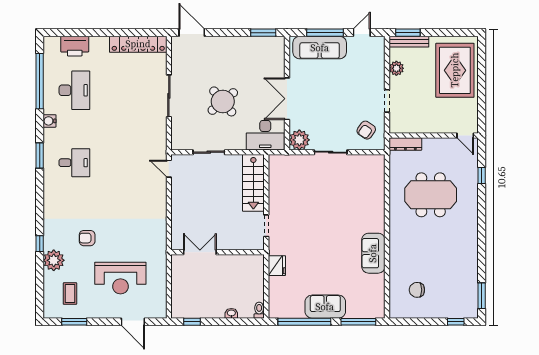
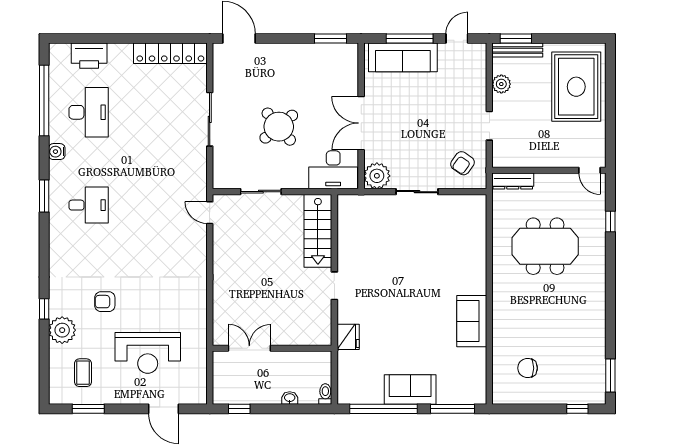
double door: (200, 252) -> (249, 348), moved
wall: (218, 252) -> (272, 348), moved

